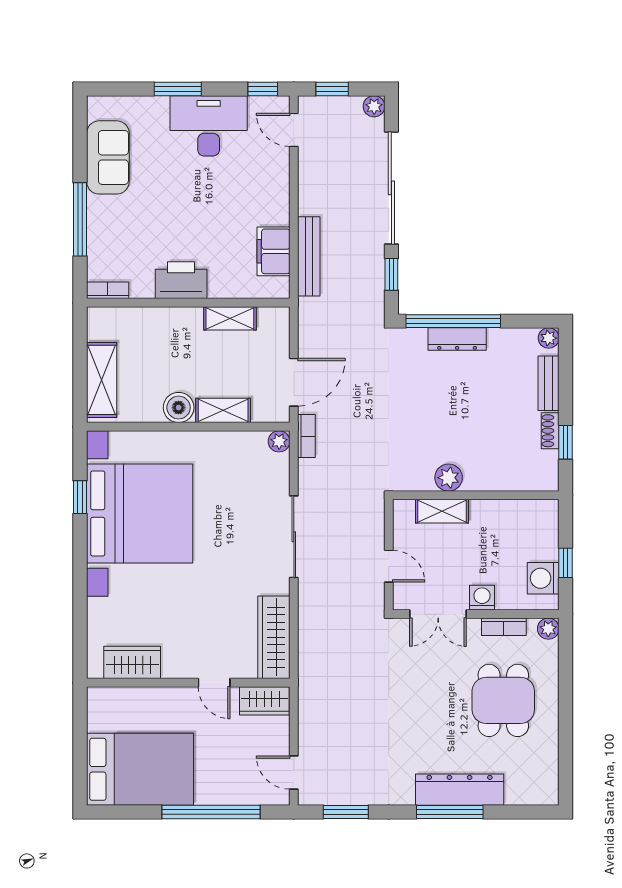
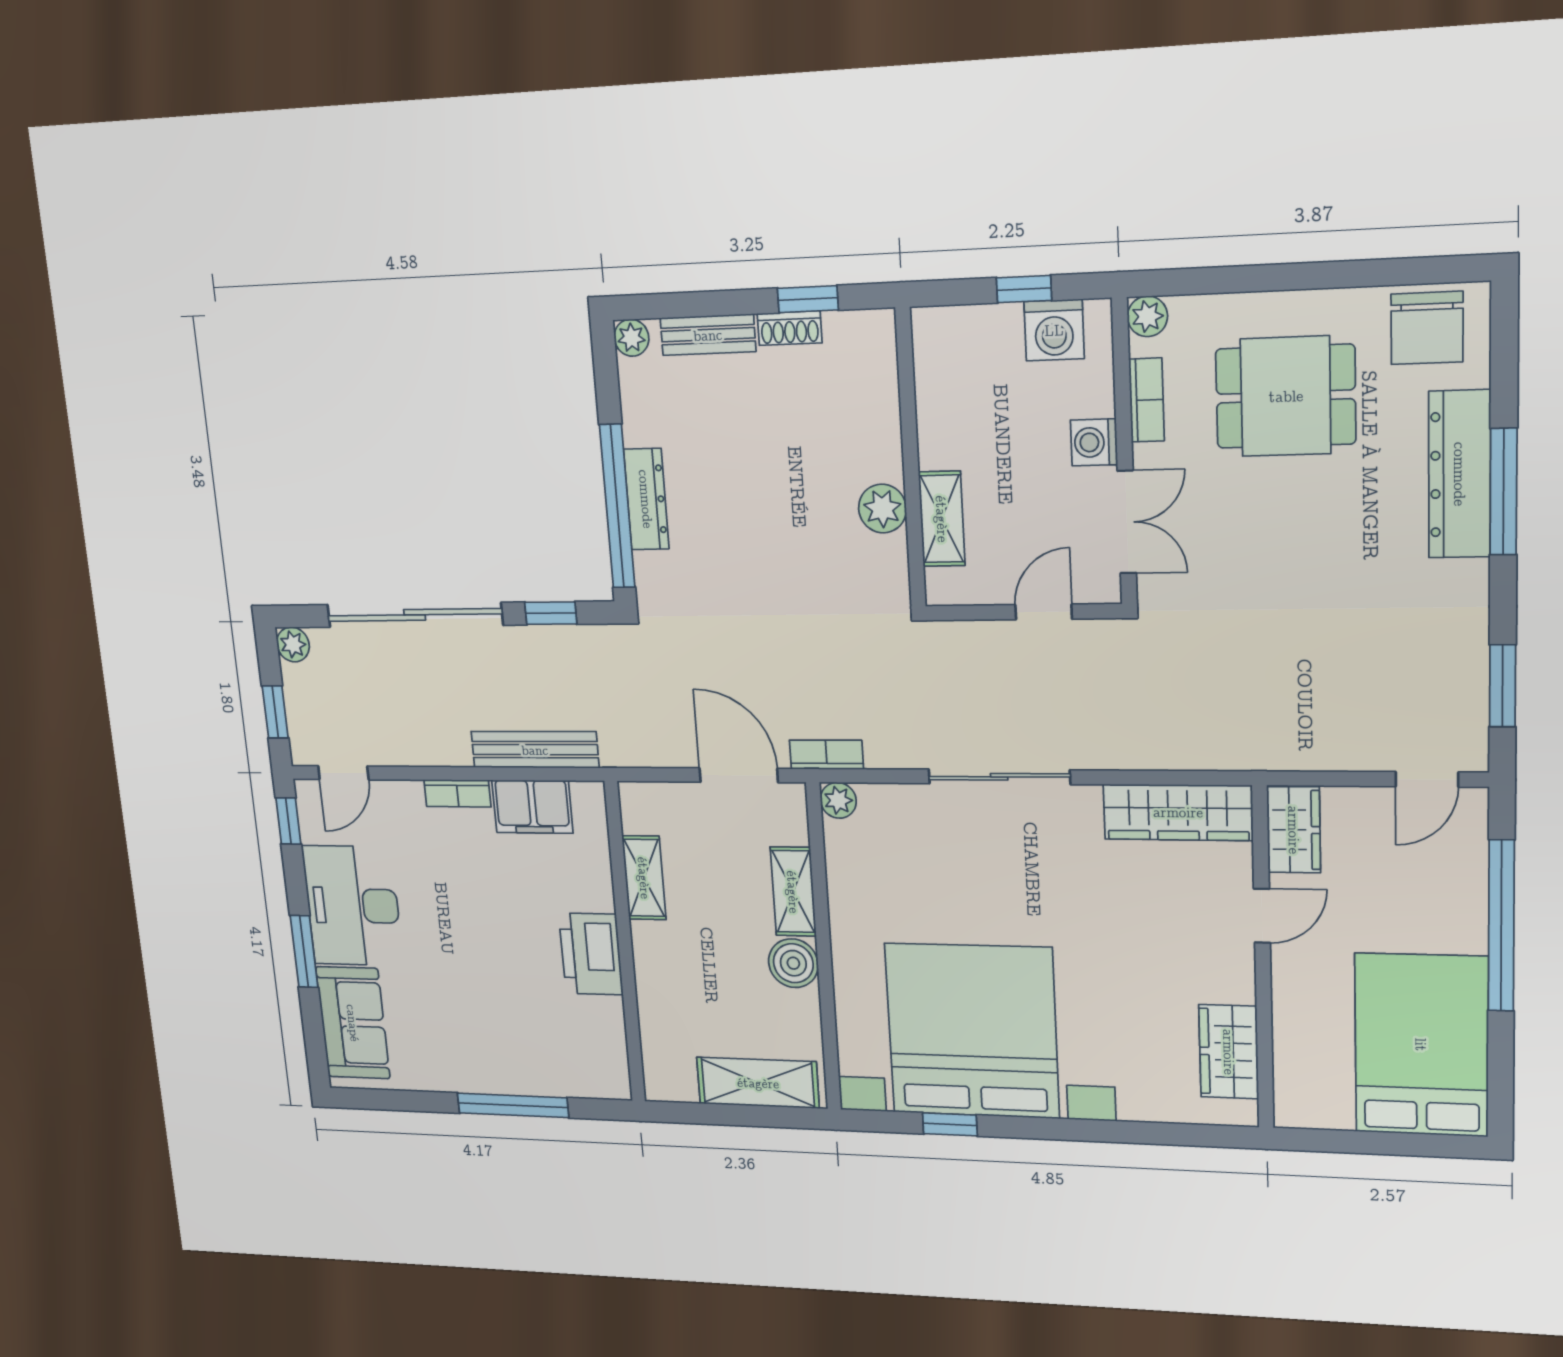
sofa: (108, 157) -> (353, 1023), moved, turned 90
bookcase: (108, 290) -> (457, 793), moved, turned -90
chair: (536, 773) -> (1427, 328), added

